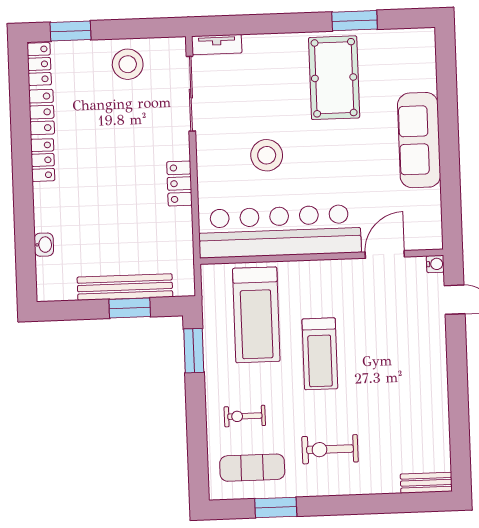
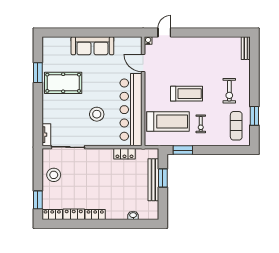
locker: (179, 184) -> (124, 154), moved
exercise bike: (245, 416) -> (201, 124), moved

